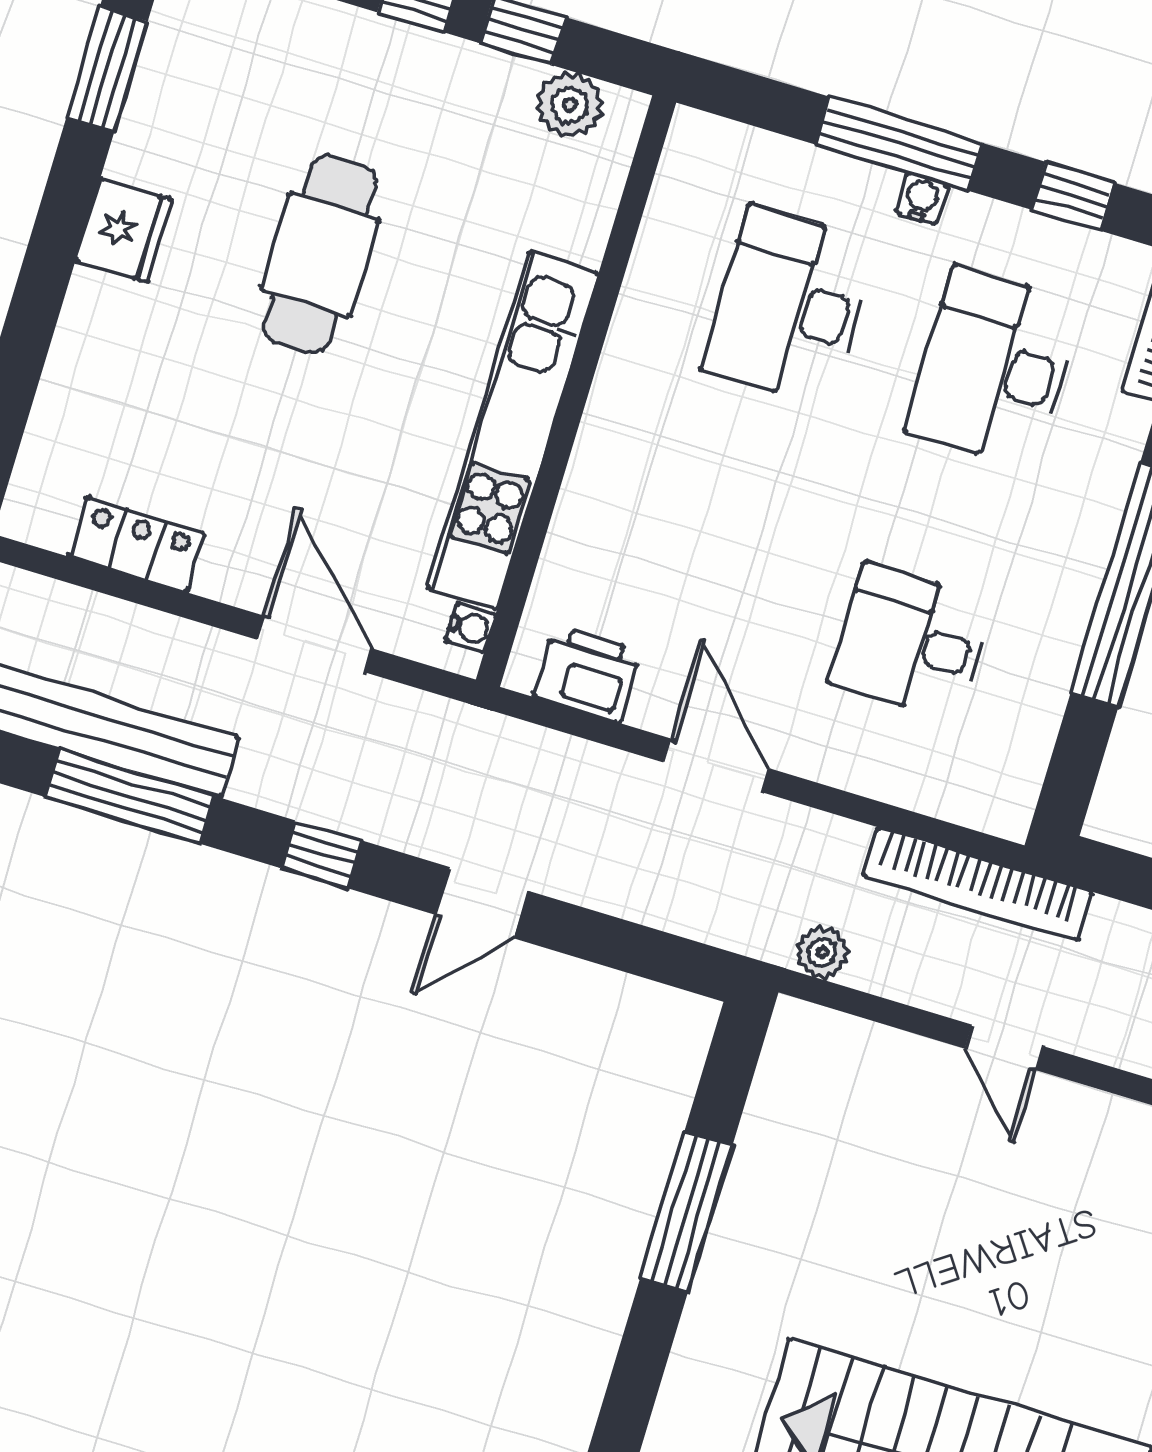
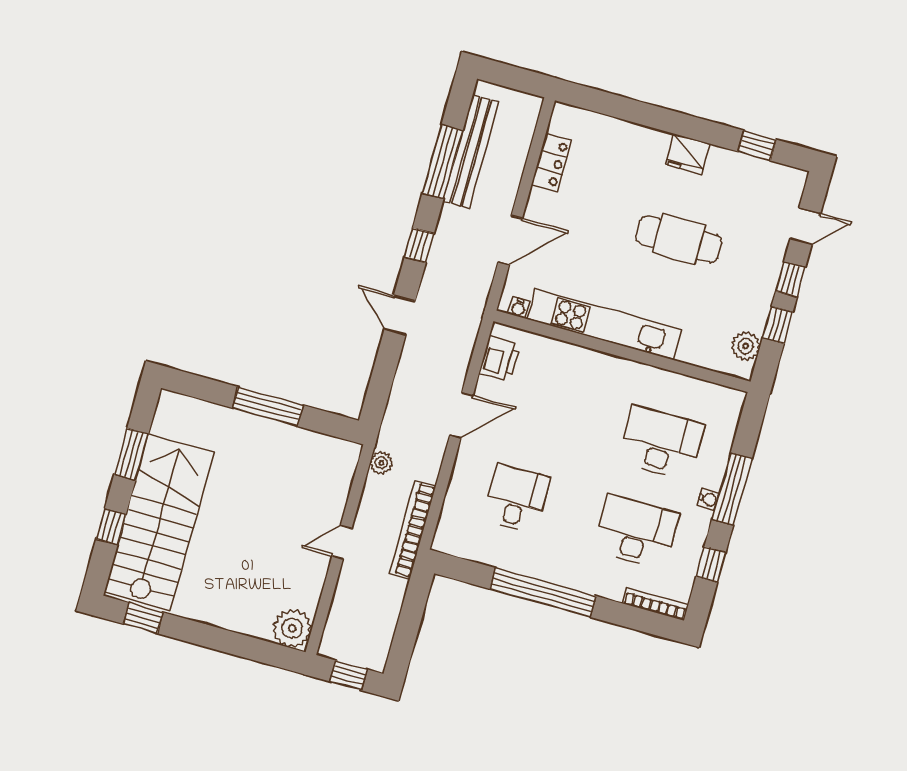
window: (107, 69) -> (757, 145), width x0.67

